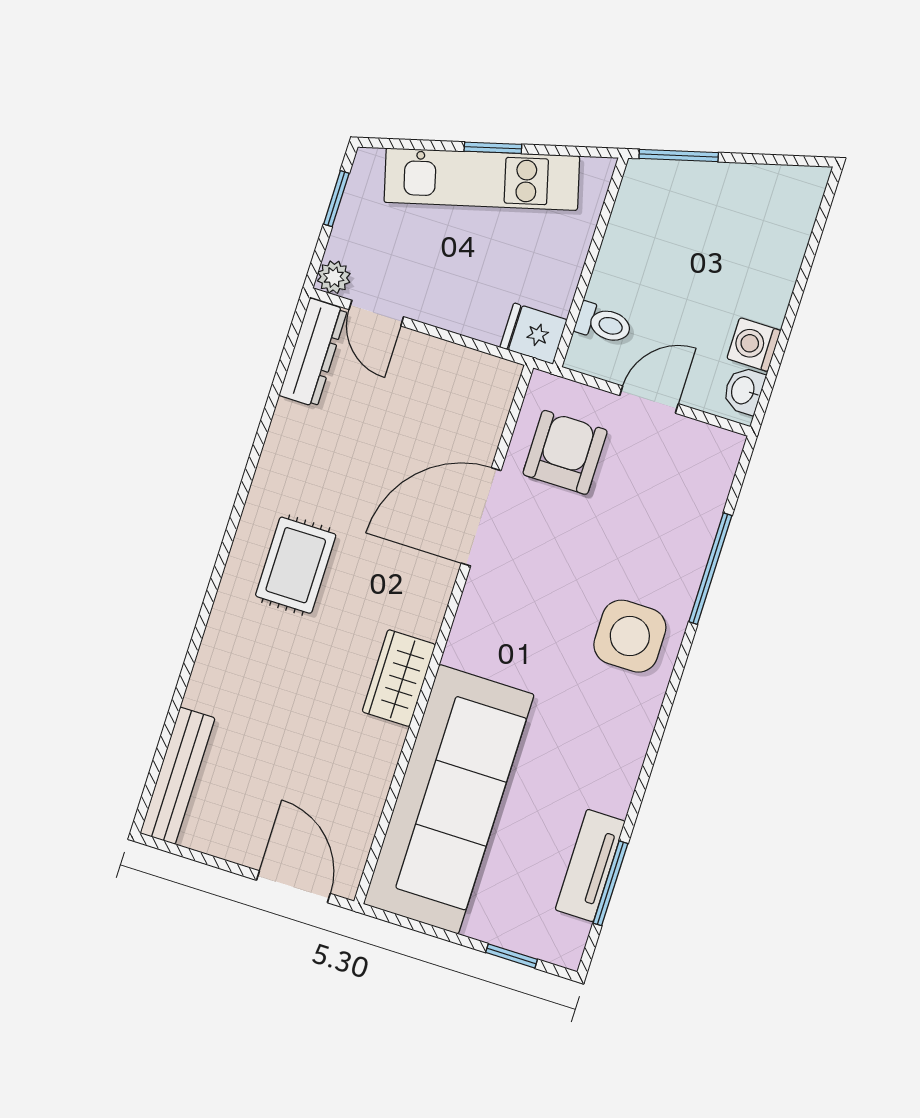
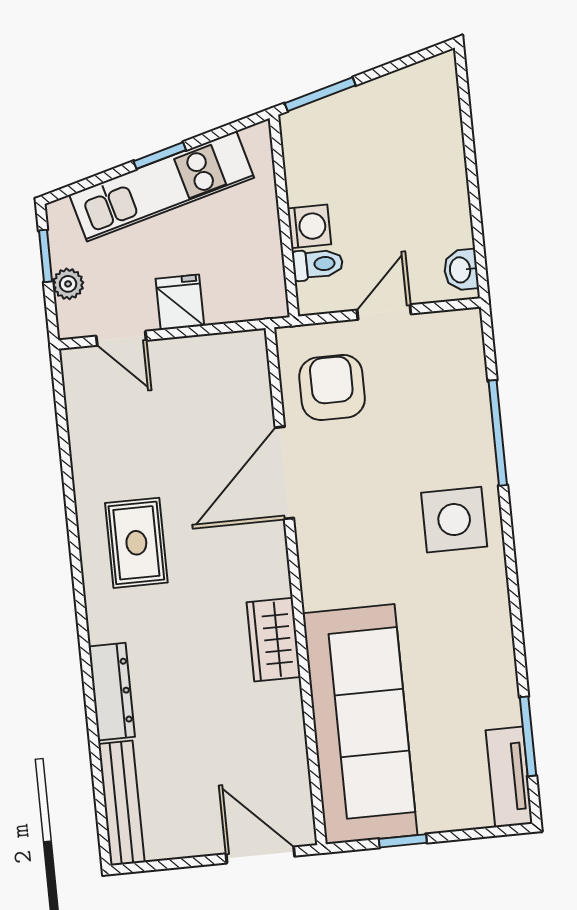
plant: (334, 277) -> (68, 284), moved
fridge: (533, 334) -> (180, 302), moved, turned 90
washing machine: (754, 345) -> (309, 226), moved, turned 180
dresser: (313, 353) -> (112, 692), moved
rug: (296, 565) -> (136, 543), moved
tv unit: (590, 865) -> (509, 777), moved
window: (512, 956) -> (403, 841), moved

